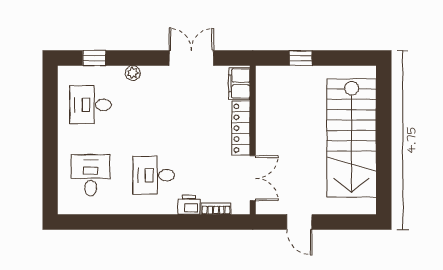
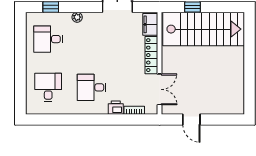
stairs: (352, 138) -> (204, 29), moved, turned -90

